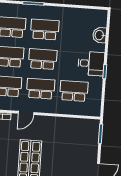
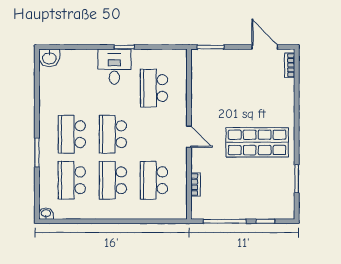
washbasin: (100, 35) -> (49, 58), moved
school desk: (41, 89) -> (154, 134), removed
door: (26, 113) -> (189, 137), moved

